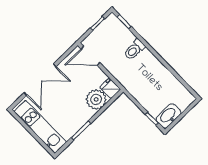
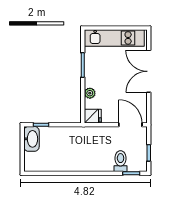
toilet: (134, 50) -> (121, 161), moved
door: (90, 56) -> (130, 125), hinge flipped
plant: (96, 99) -> (90, 93), width x0.53, depth x0.53

